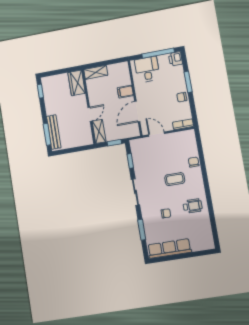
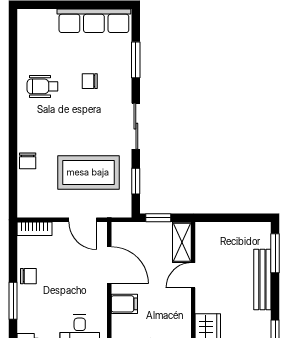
door: (137, 112) -> (109, 265), hinge flipped
bench: (54, 132) -> (262, 280), moved
coffee table: (175, 179) -> (88, 172), moved, width x1.86, depth x1.72

